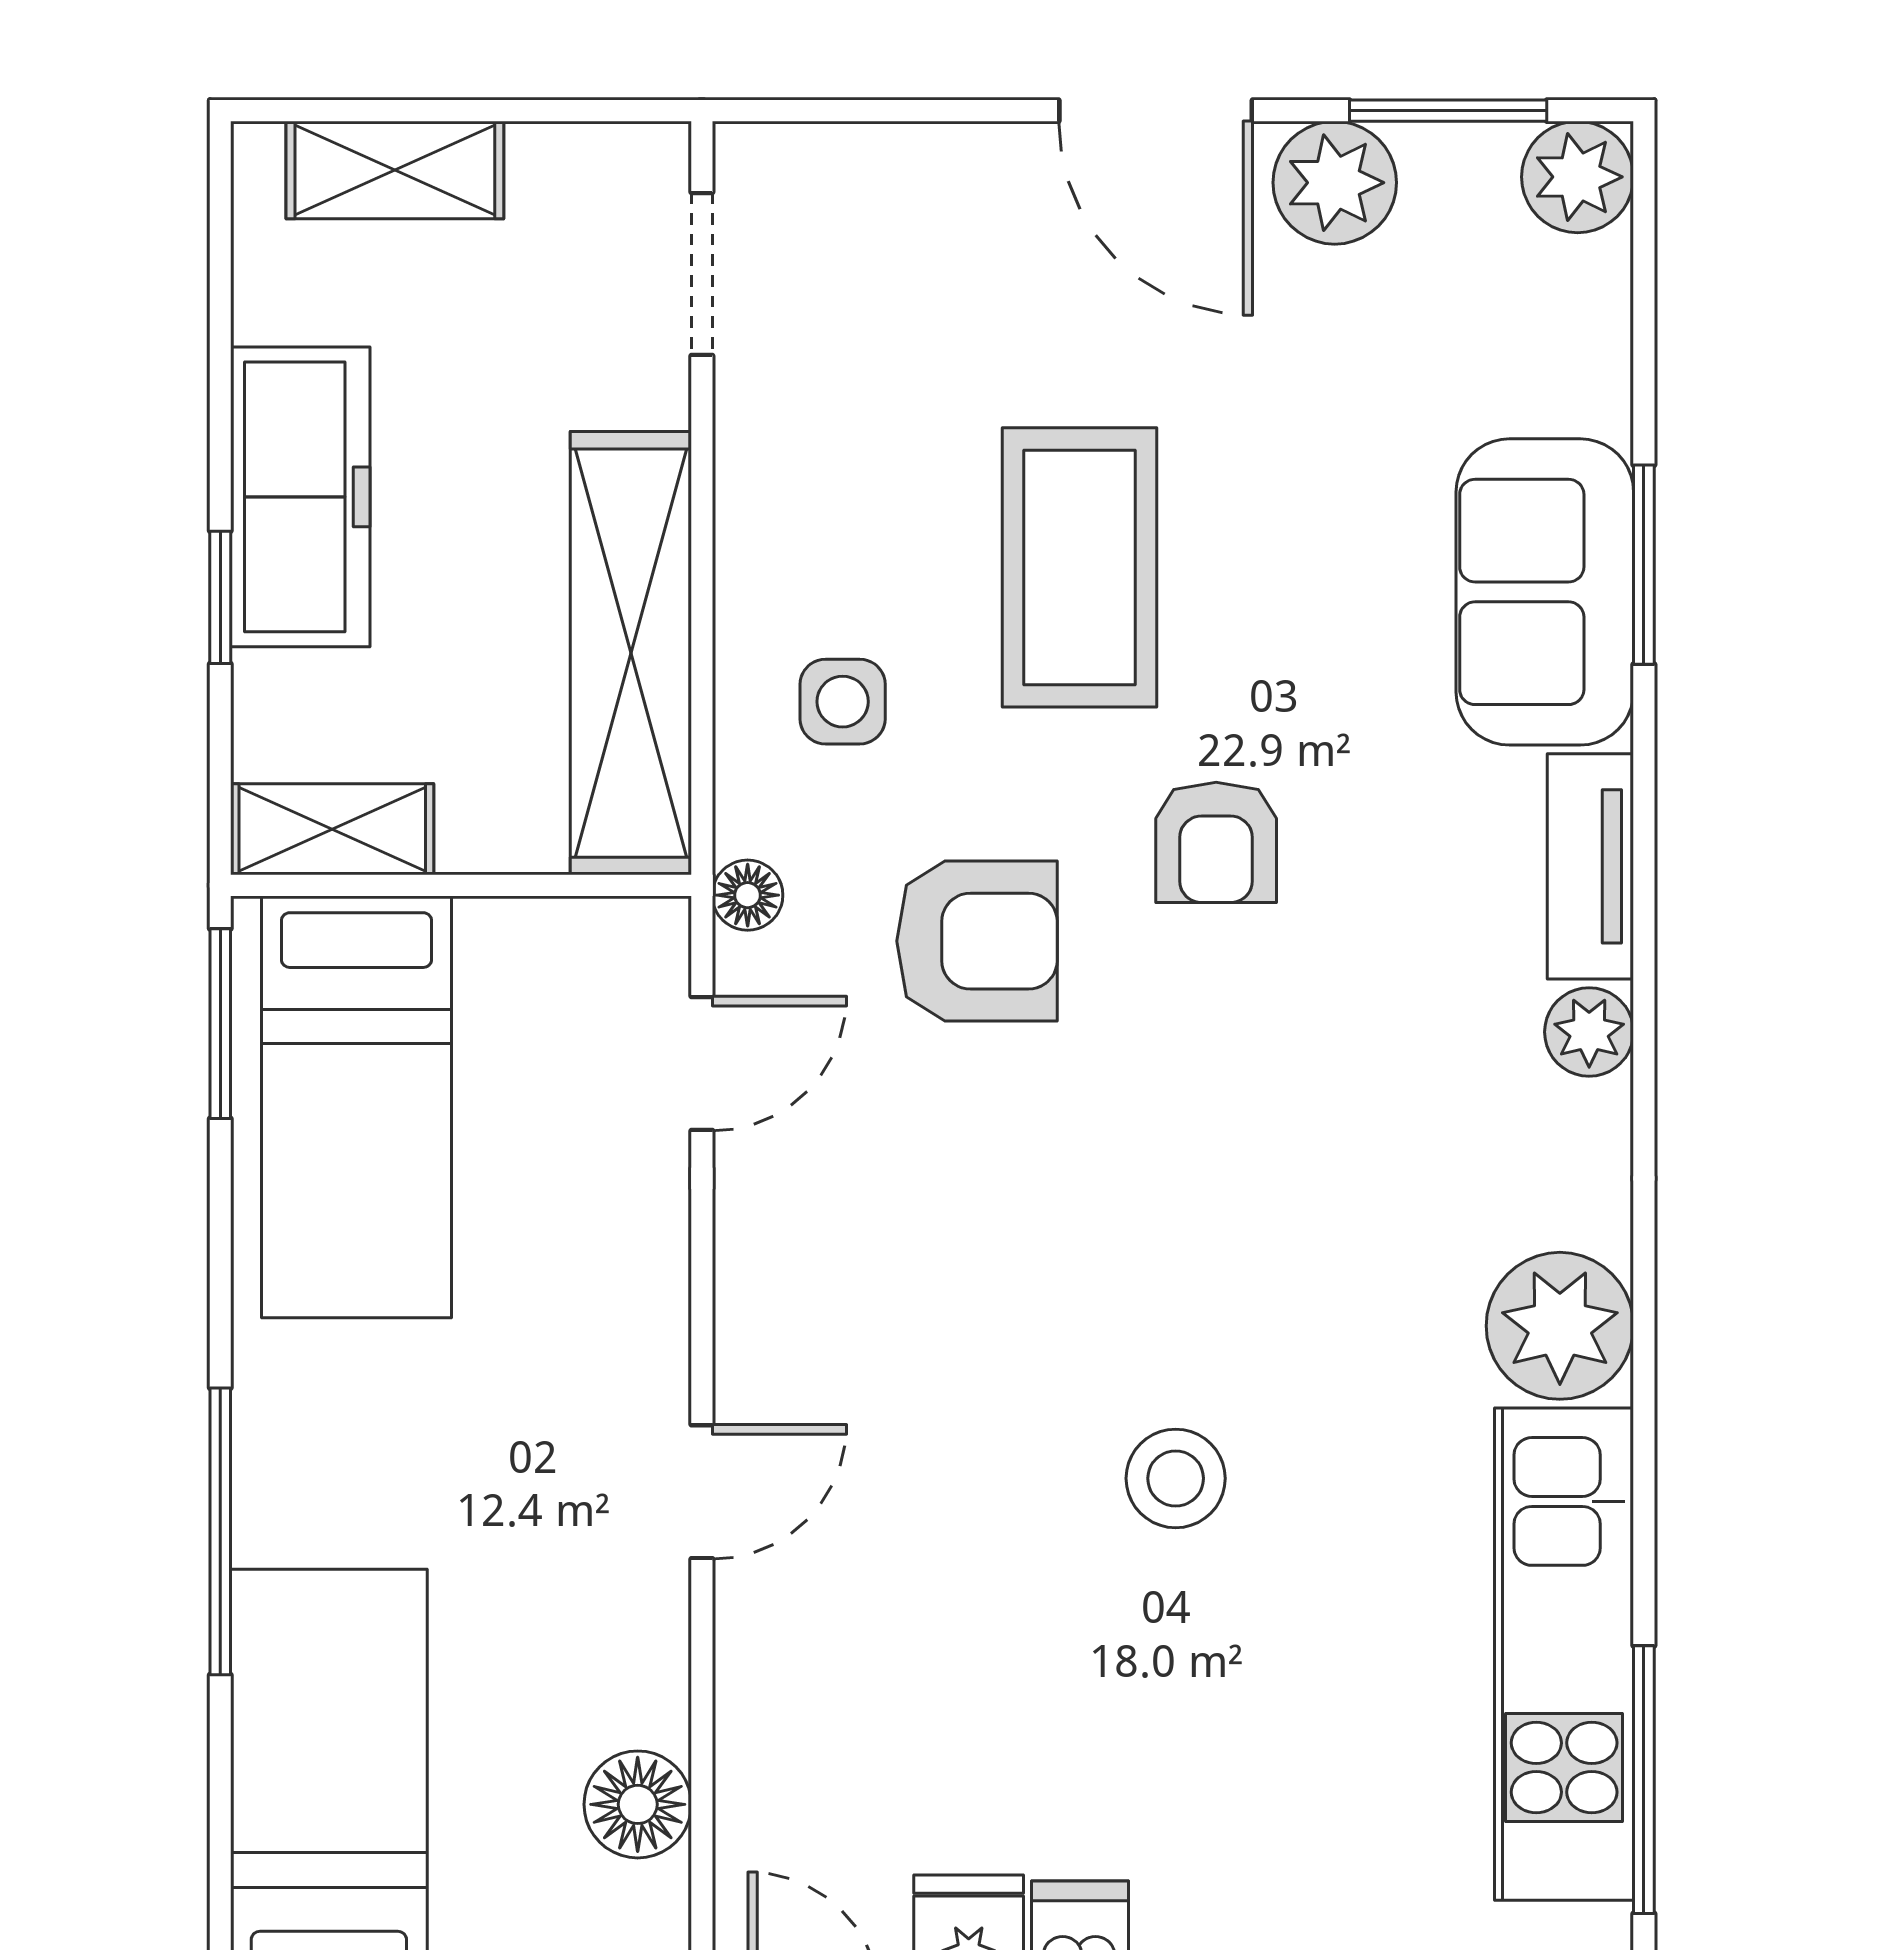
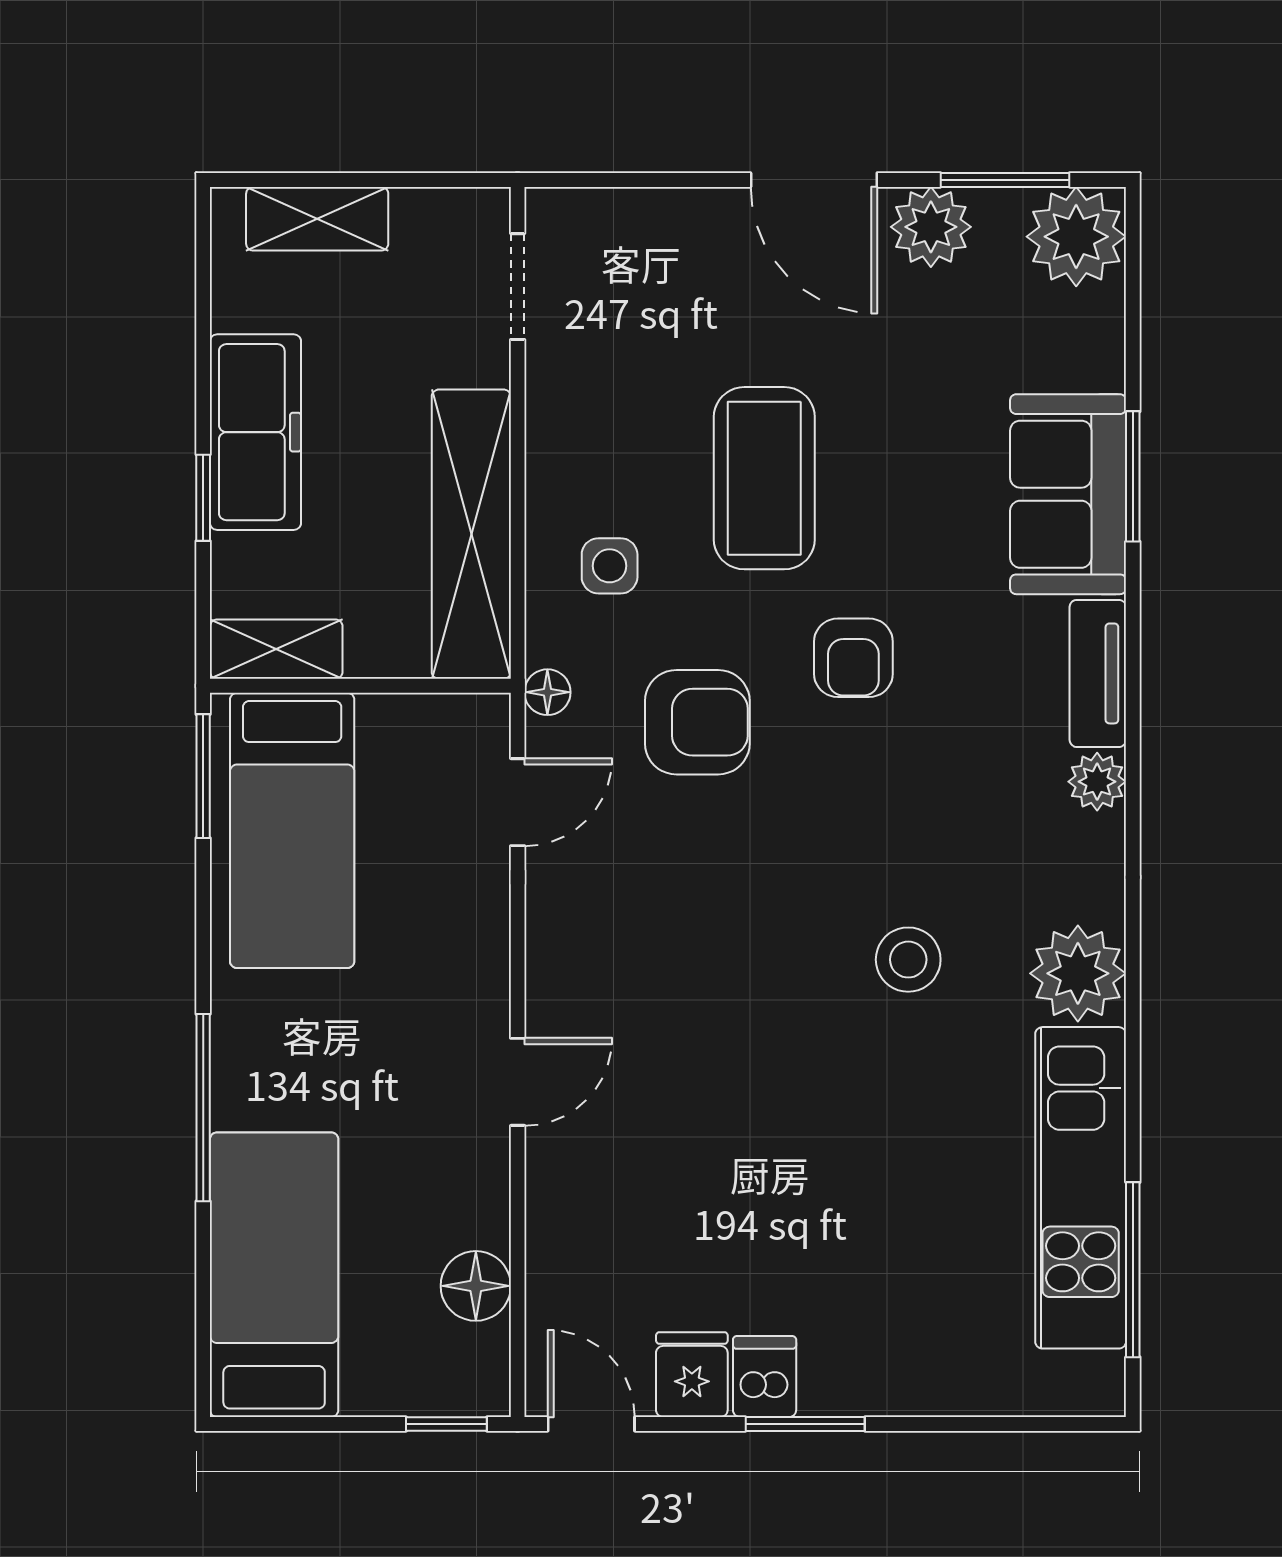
plant: (1578, 177) -> (1076, 237), width x1.36, depth x1.36
stool: (1176, 1478) -> (908, 960), moved

